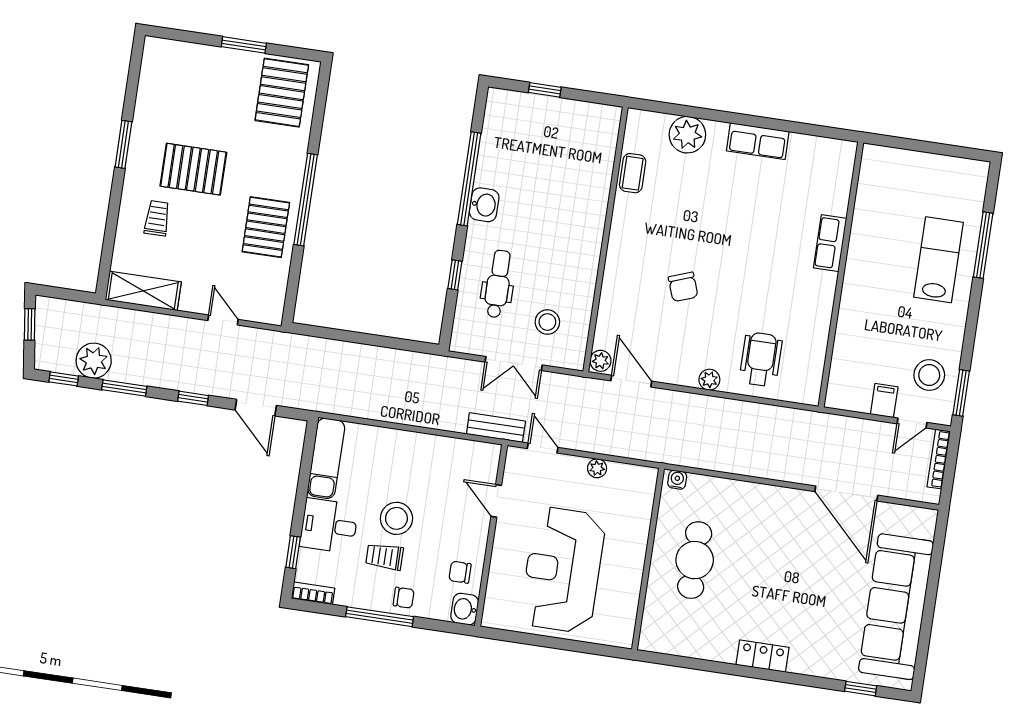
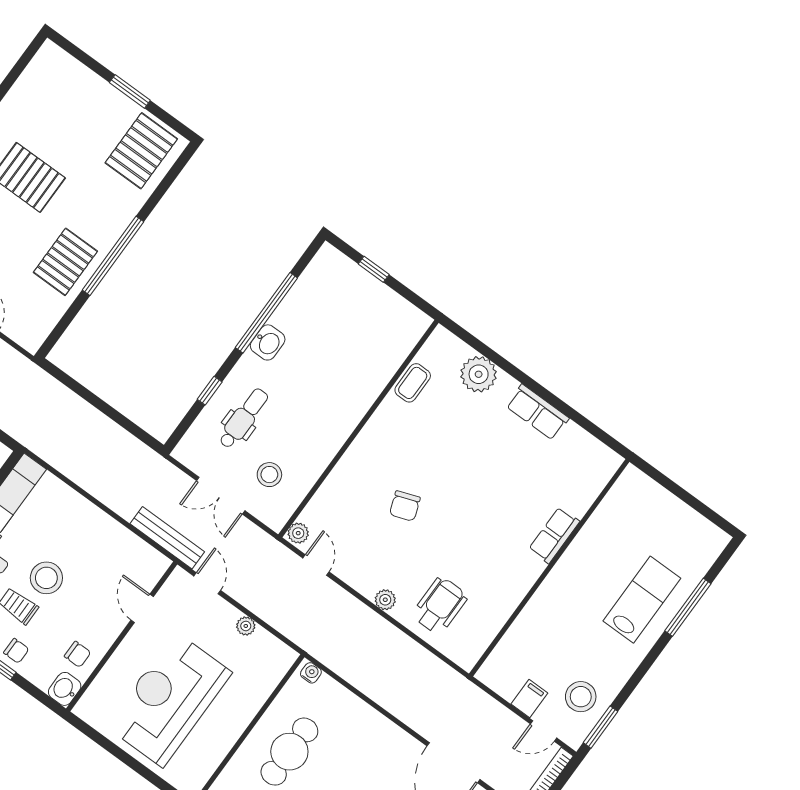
door: (631, 381) -> (316, 565), width x0.73
bench: (496, 428) -> (167, 538), width x1.36
chair: (460, 572) -> (78, 654), turned 180

